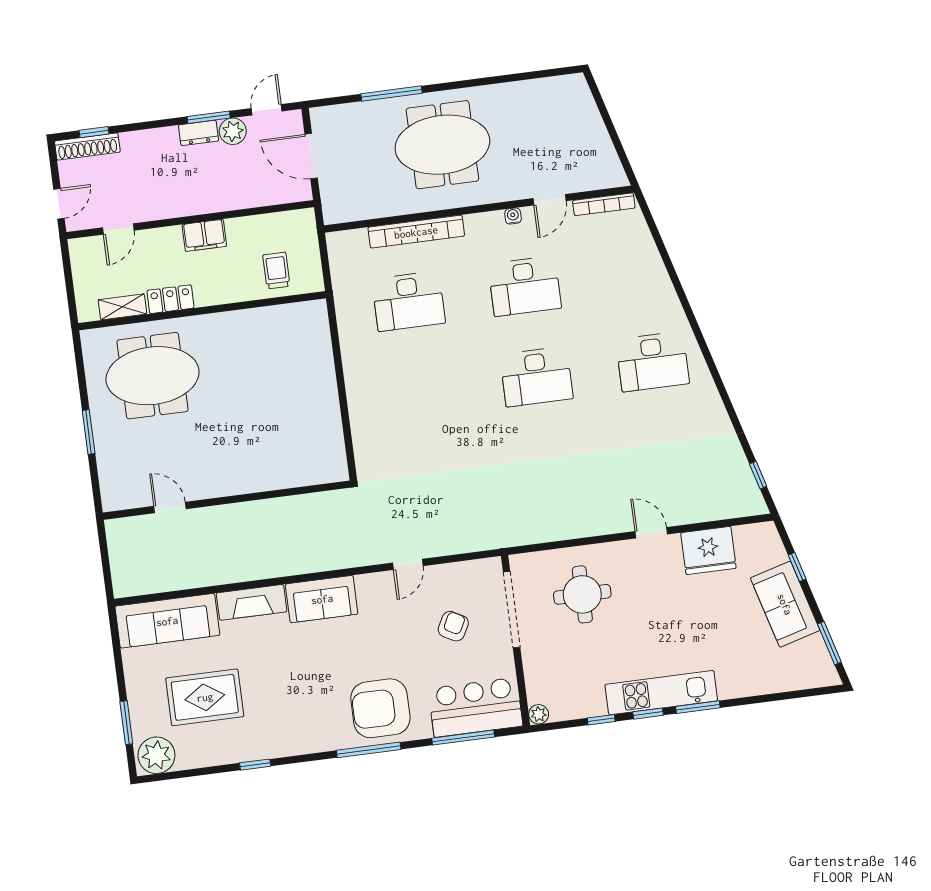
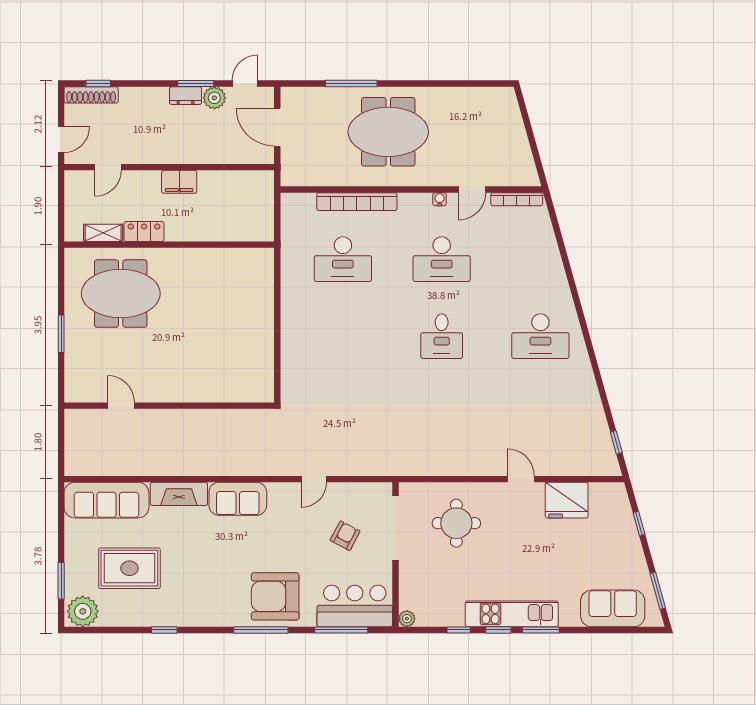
trolley: (276, 271) -> (236, 219), removed
desk: (536, 377) -> (442, 336), width x0.73
sofa: (785, 604) -> (613, 608), moved, turned 106

